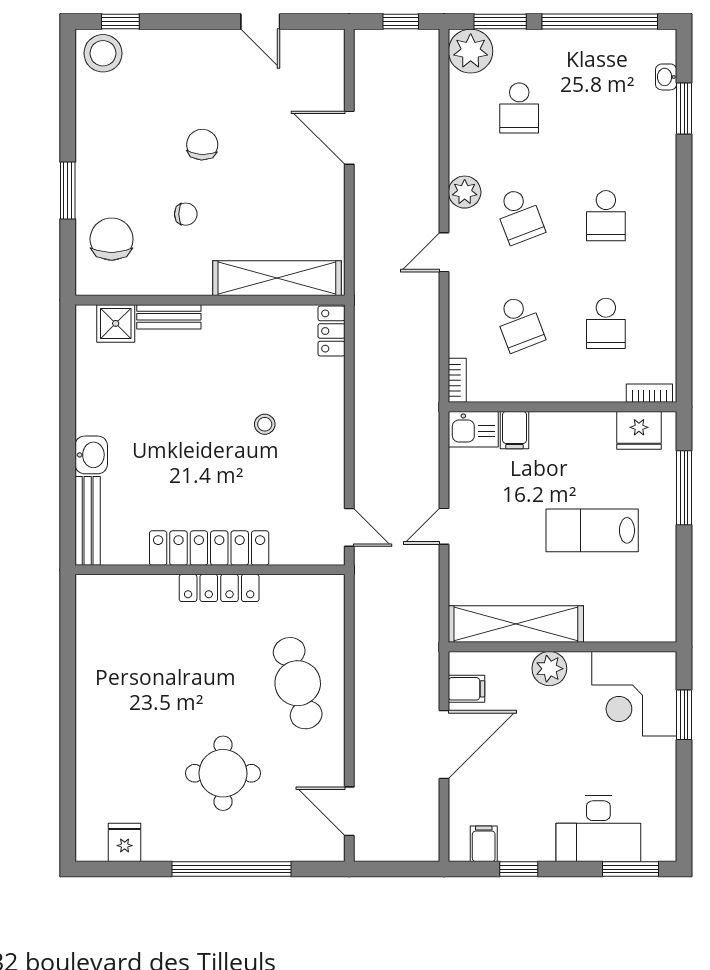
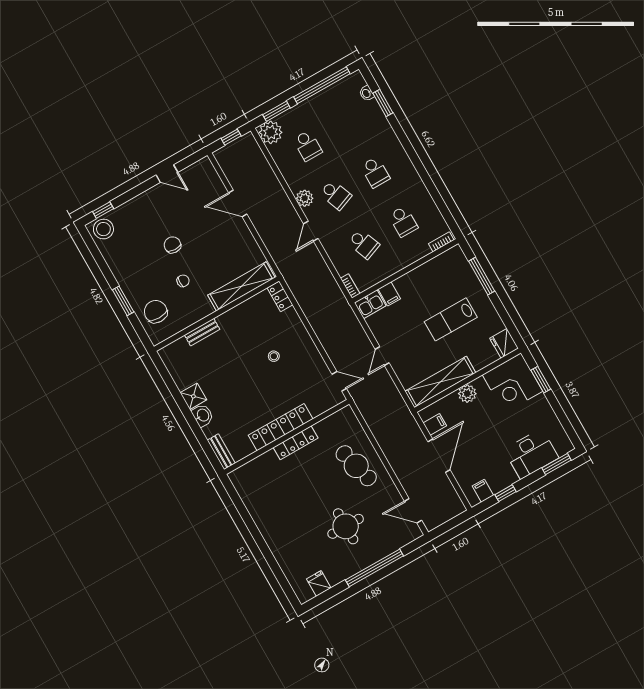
shower: (116, 323) -> (193, 396), moved
fridge: (639, 430) -> (504, 343), moved, turned 90
bench: (88, 521) -> (221, 452), width x0.73

